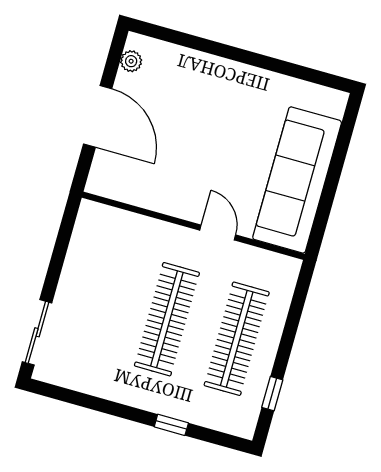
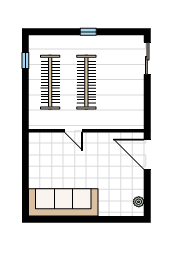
door: (98, 116) -> (147, 154), moved
sofa: (297, 180) -> (63, 202), moved, turned -90
window: (171, 425) -> (88, 32), moved

